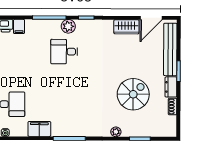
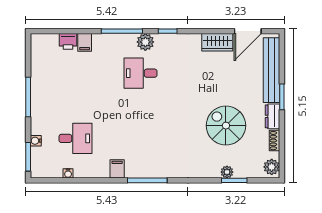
spiral stairs: (133, 94) -> (226, 126), turned -90
plant: (170, 128) -> (272, 167), added
filing cabinet: (39, 129) -> (117, 169), width x0.50
plant: (116, 132) -> (227, 172), moved

